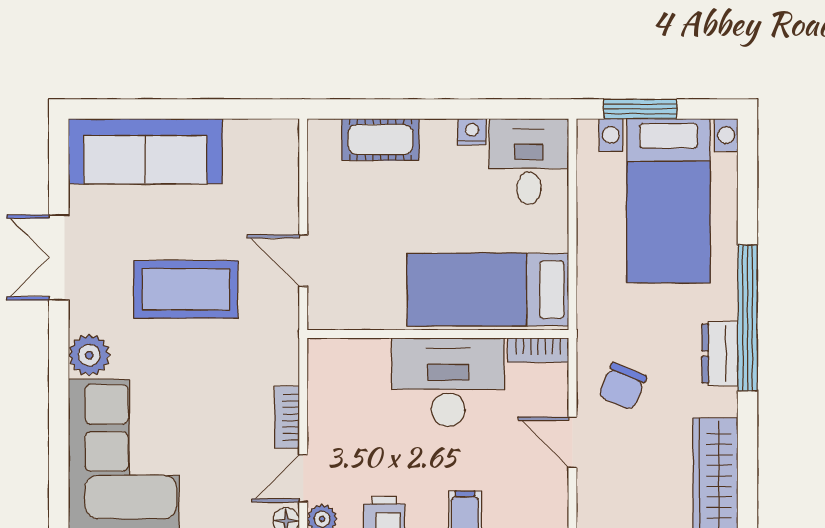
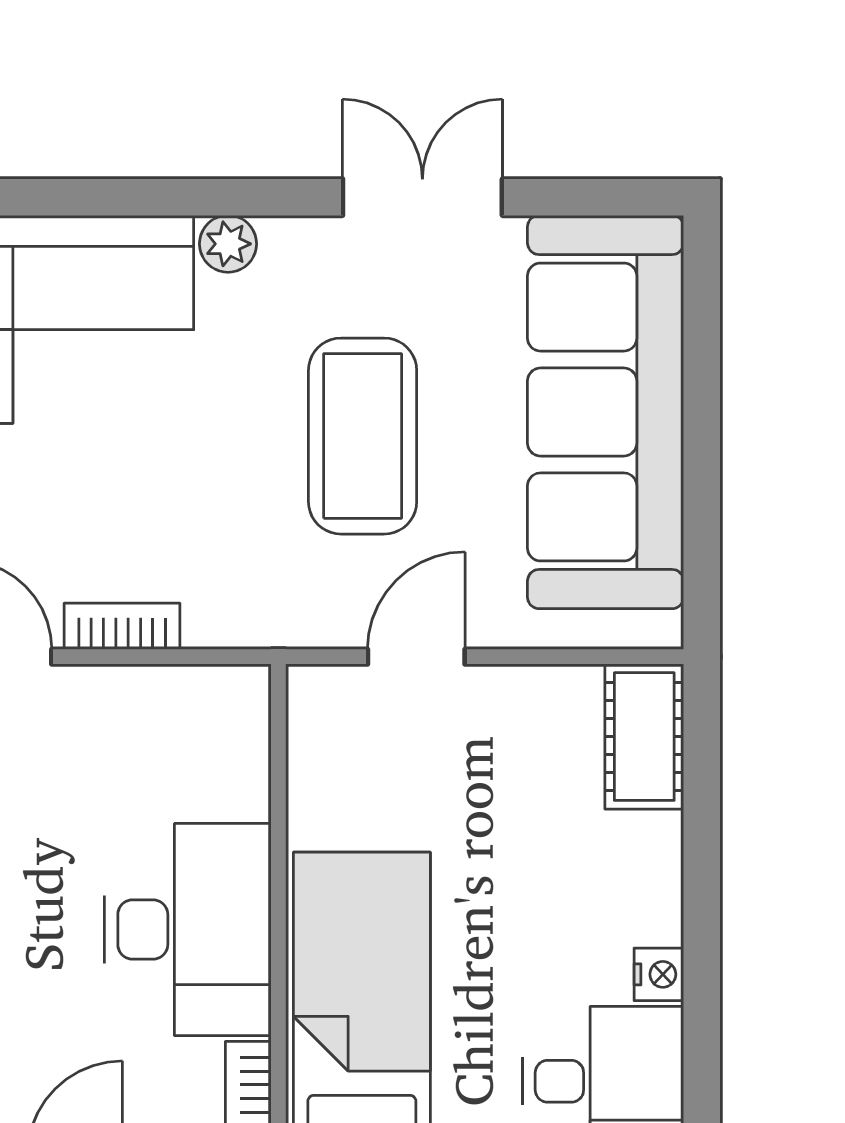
cot: (381, 140) -> (644, 737), moved
sofa: (145, 151) -> (606, 412), width x1.36, depth x1.27
plant: (89, 355) -> (228, 244), width x0.73, depth x0.73

